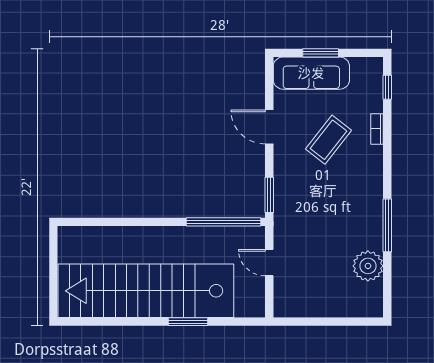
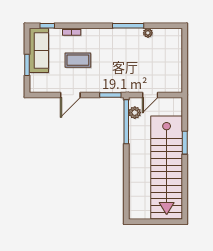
sofa: (311, 73) -> (39, 50), moved
coffee table: (328, 140) -> (78, 60), turned -38
plant: (239, 236) -> (135, 113), added
plant: (368, 266) -> (148, 33), width x0.53, depth x0.53

